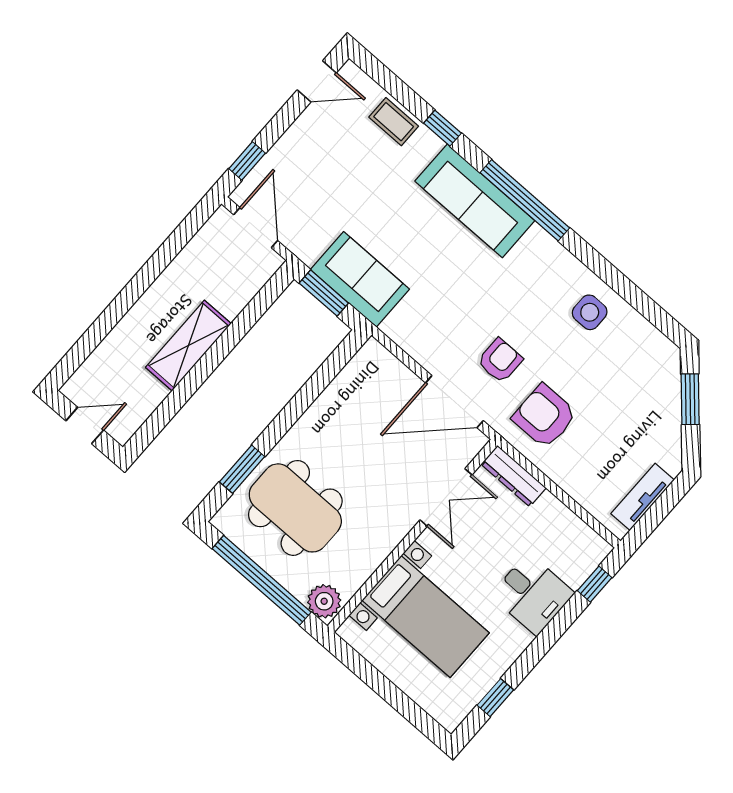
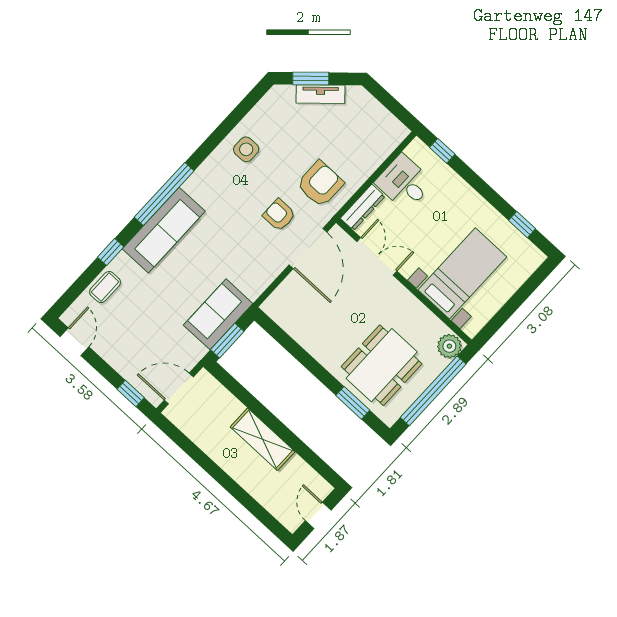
armchair: (545, 416) -> (320, 184), turned 180
tv unit: (643, 497) -> (320, 94), moved, turned -42
desk: (532, 594) -> (404, 183), moved, turned -90

